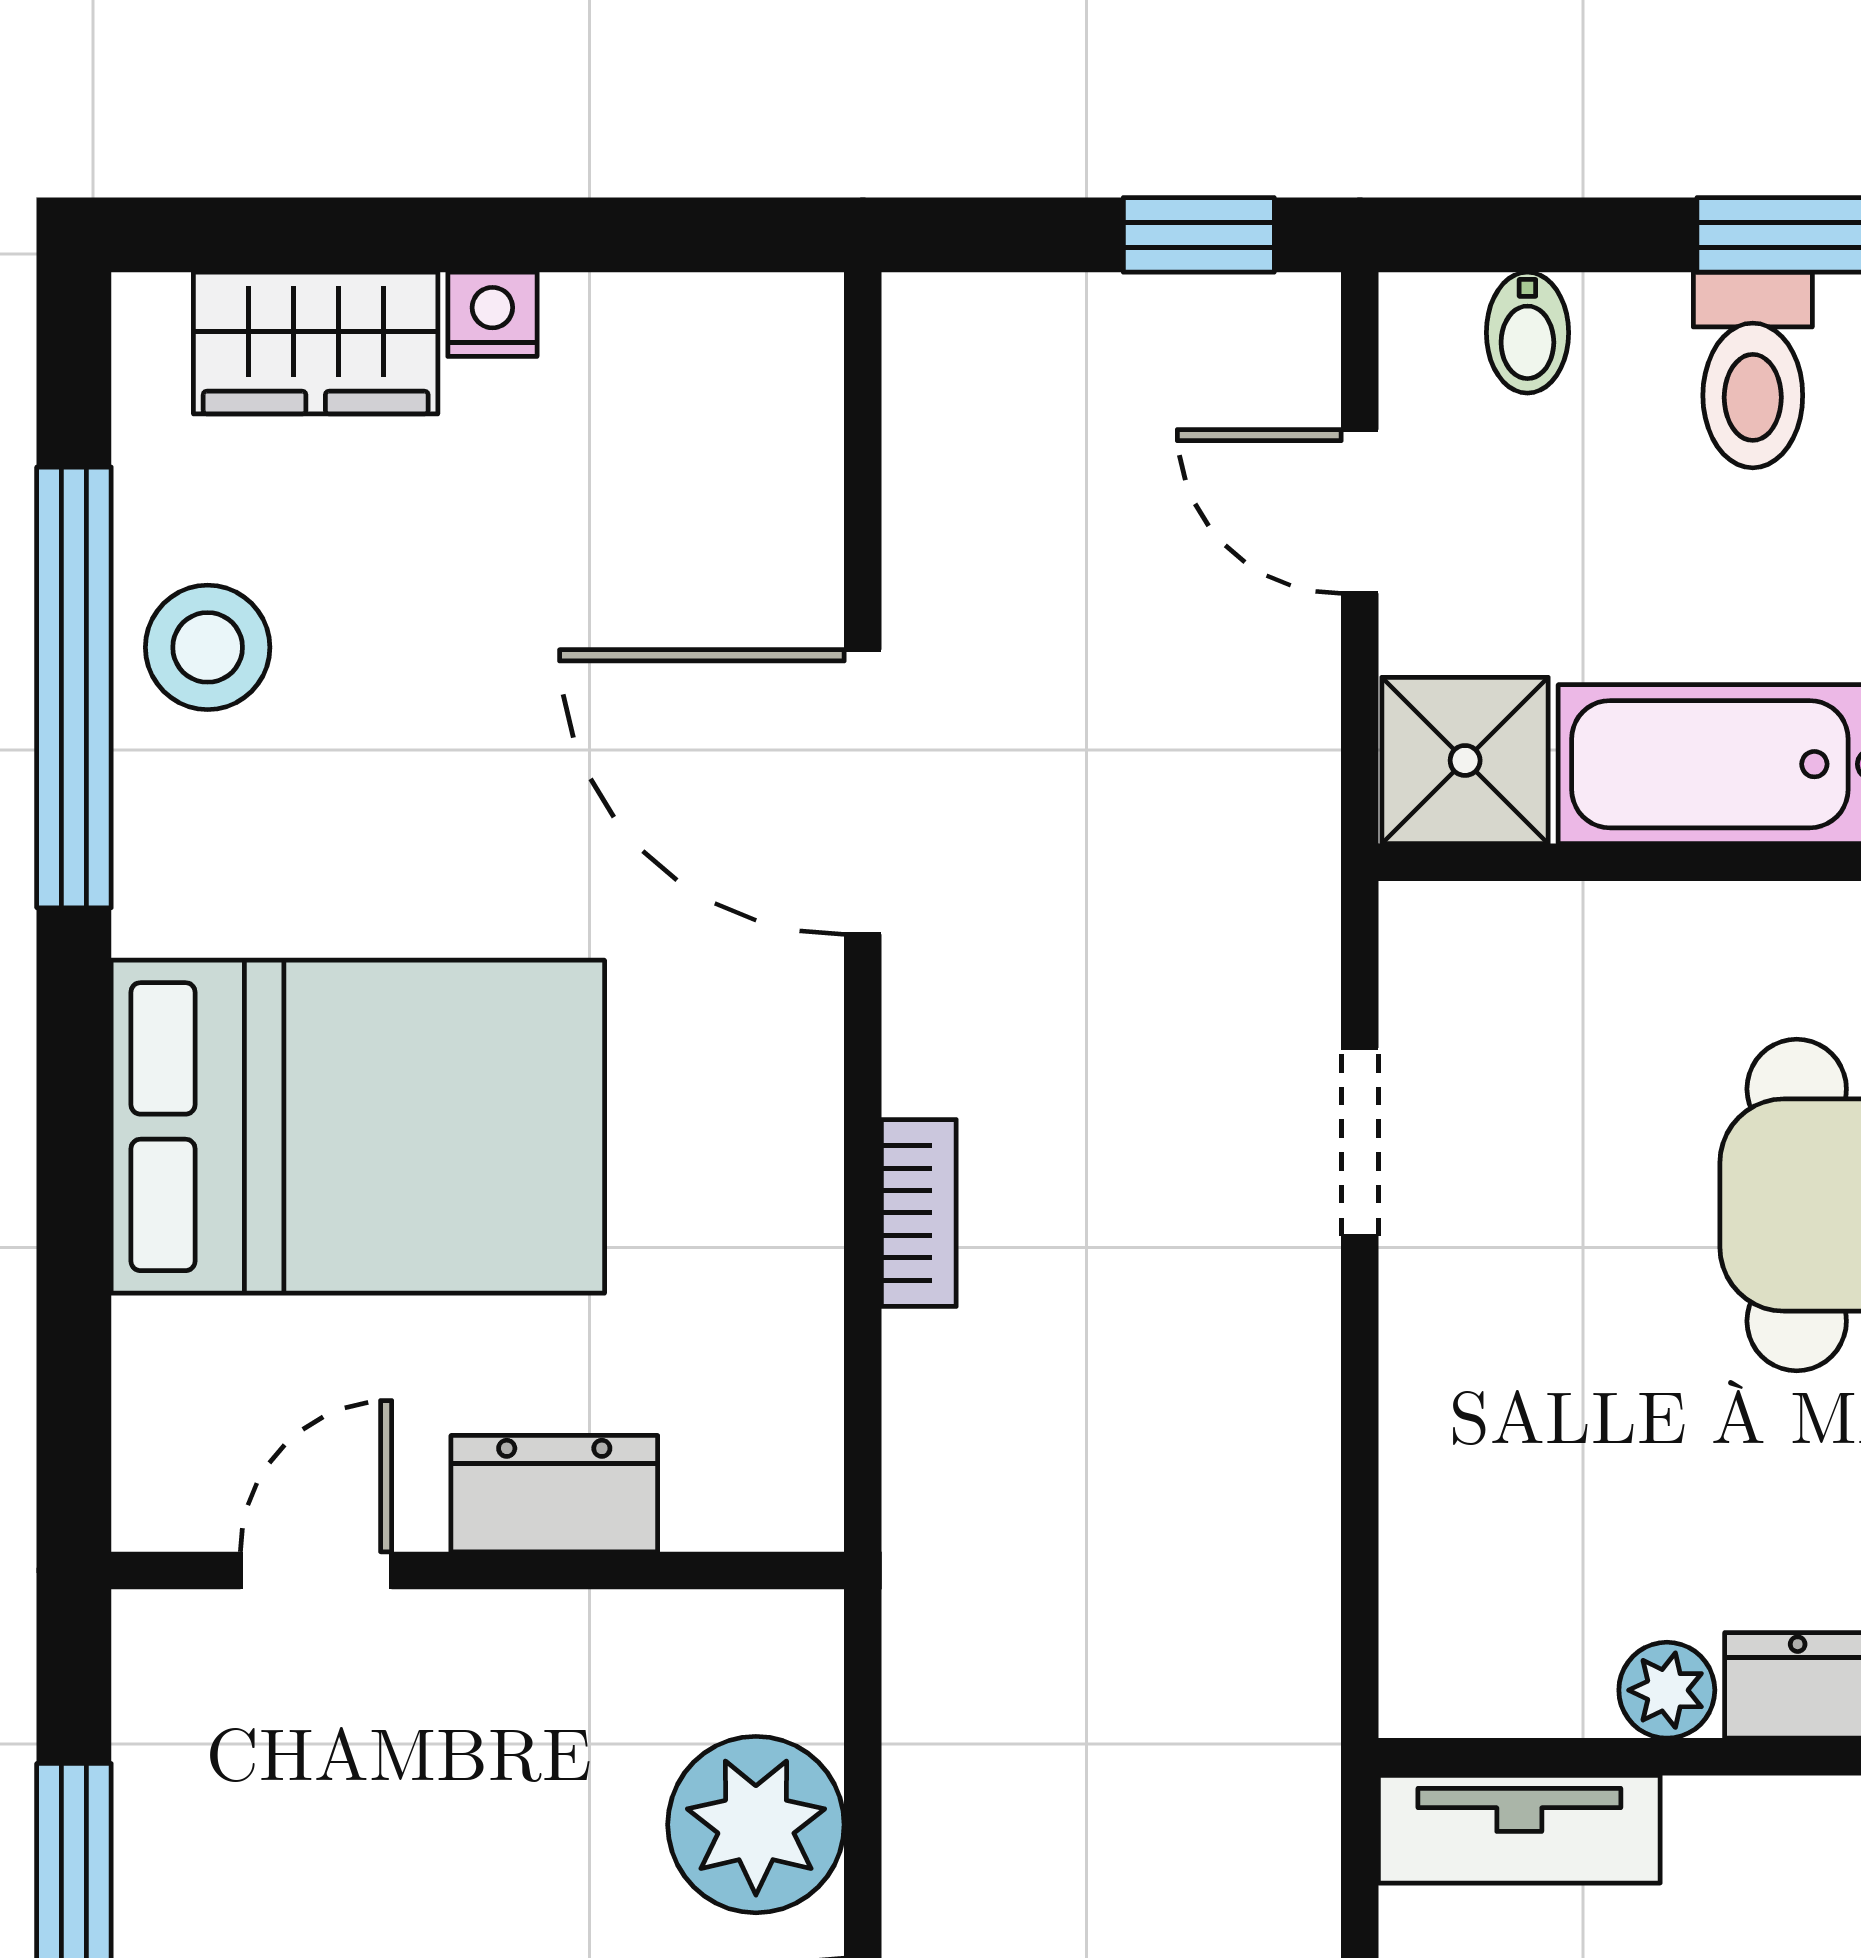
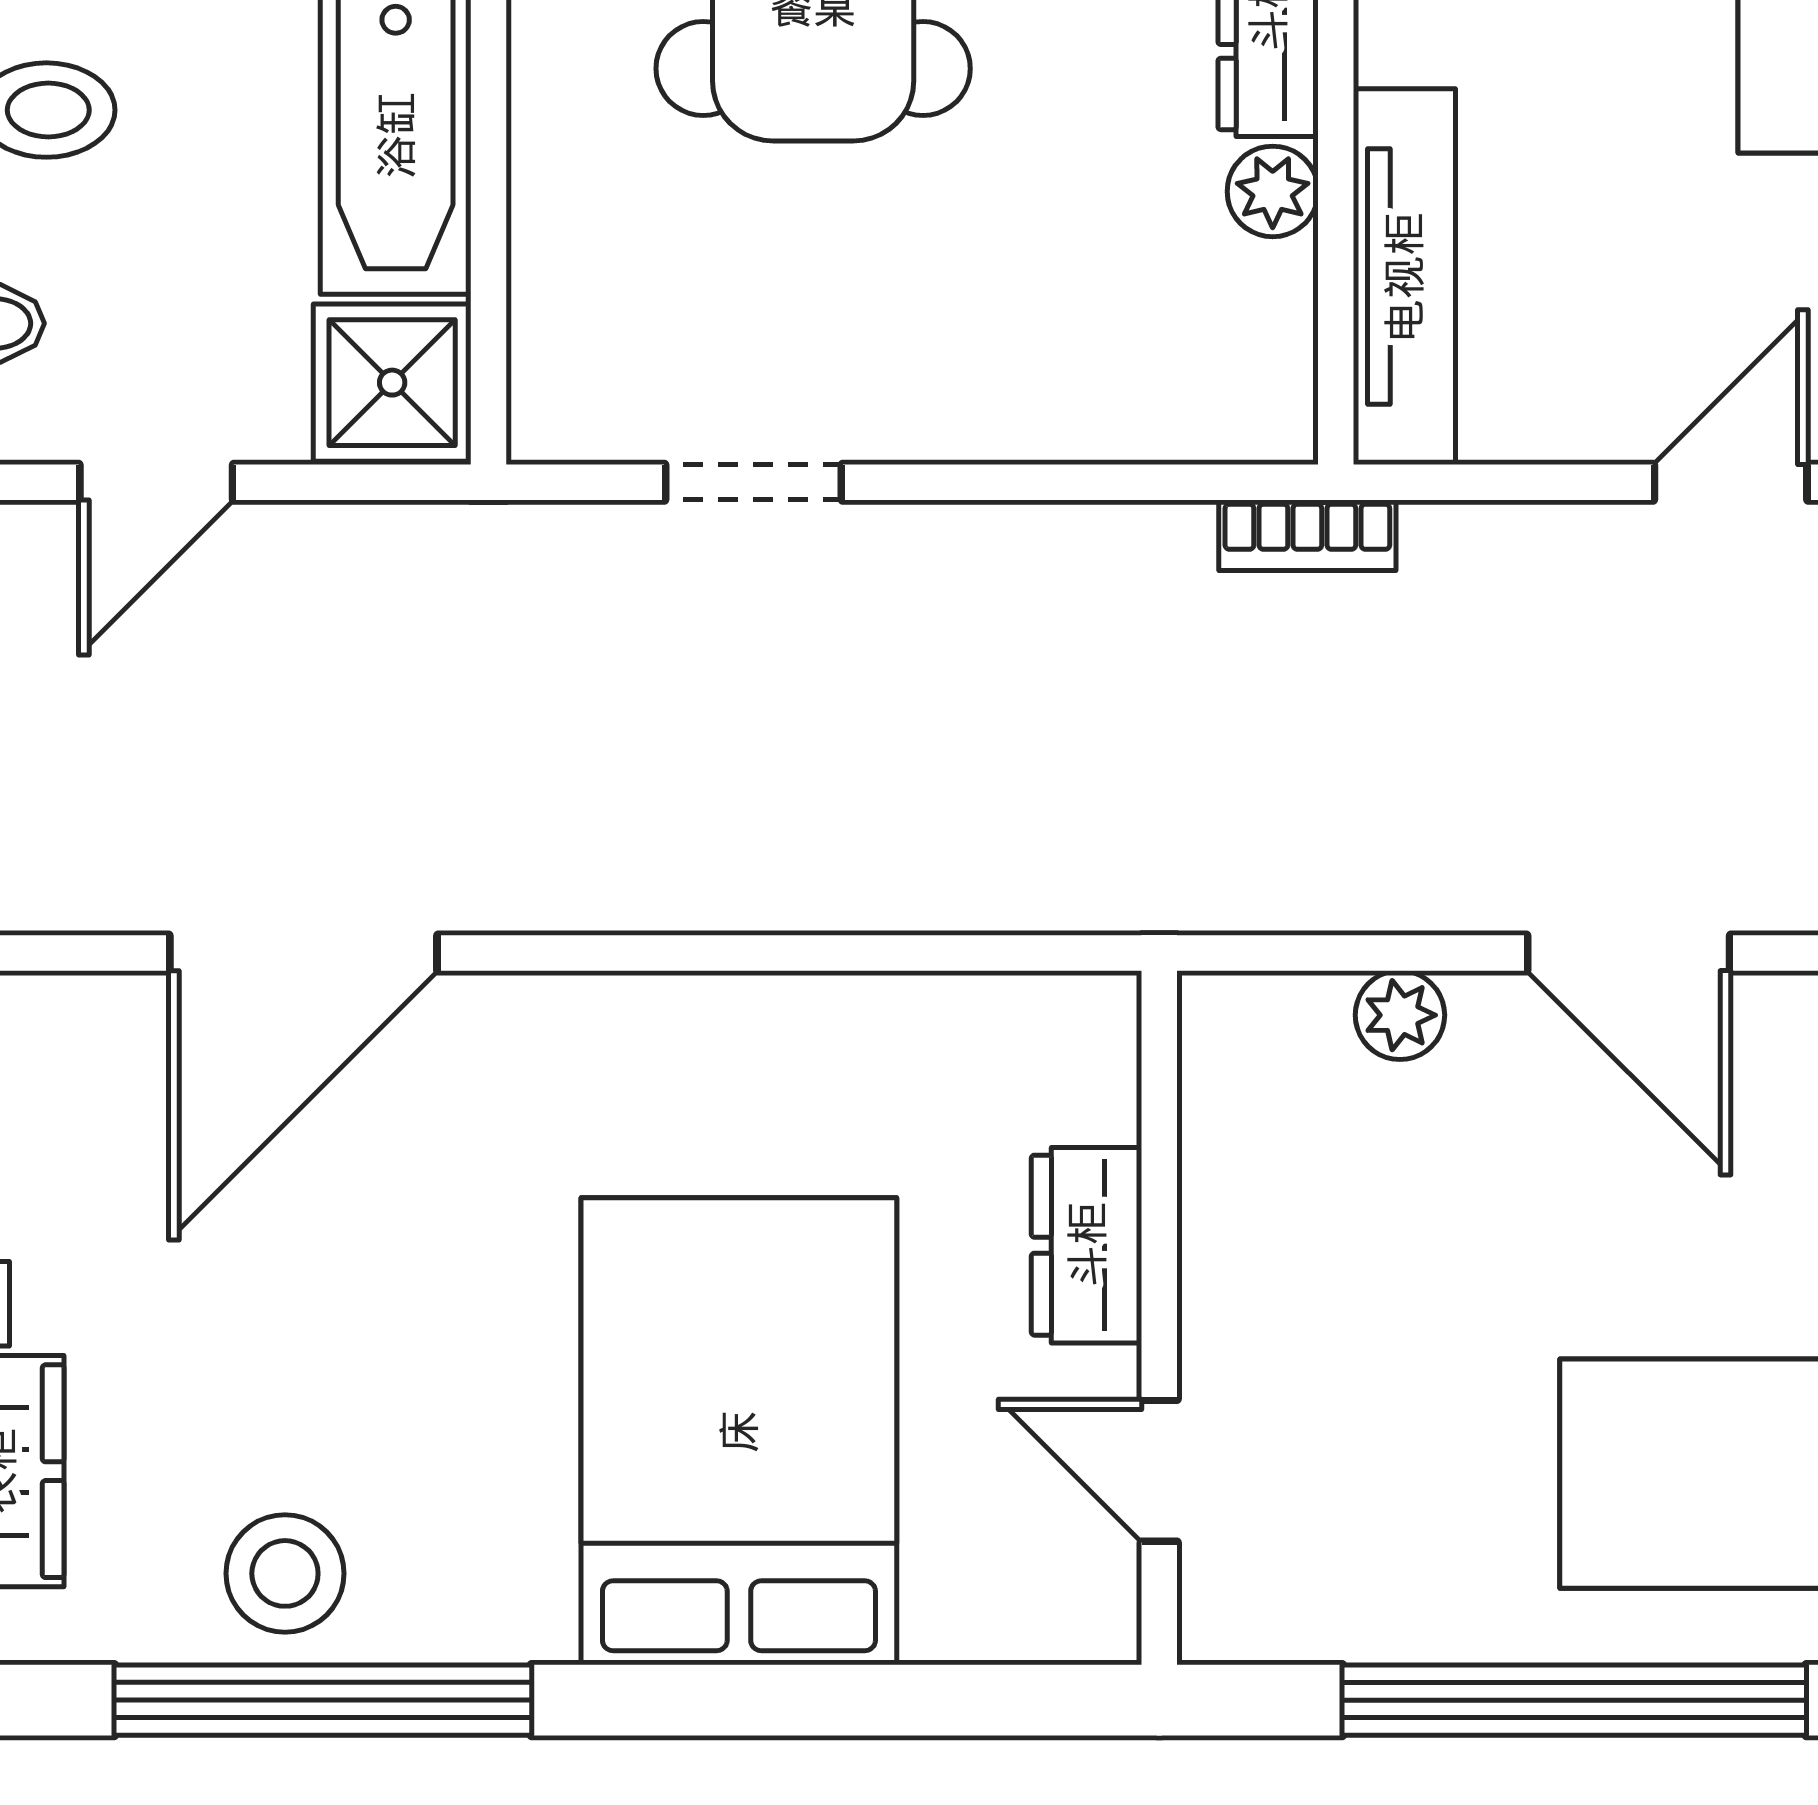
door: (863, 792) -> (303, 953), moved
bookcase: (919, 1213) -> (1307, 535), moved, turned 180
plant: (756, 1825) -> (1400, 1015), width x0.53, depth x0.53
tv unit: (1519, 1829) -> (1404, 277), width x1.41

